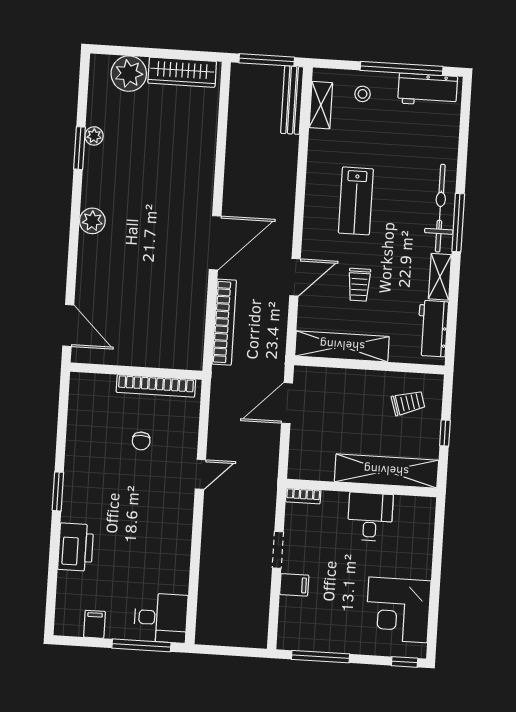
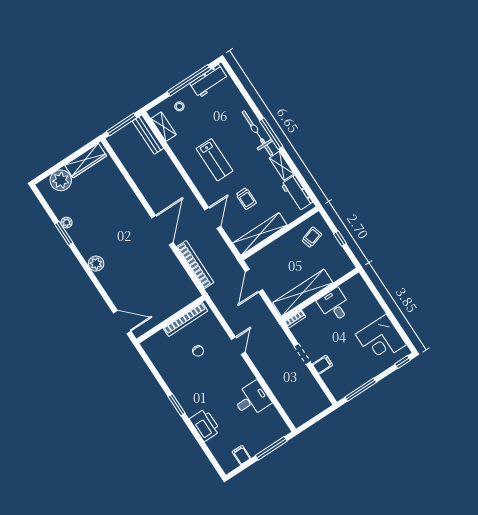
shelving: (386, 471) -> (303, 293), moved
desk: (161, 618) -> (252, 399), moved

